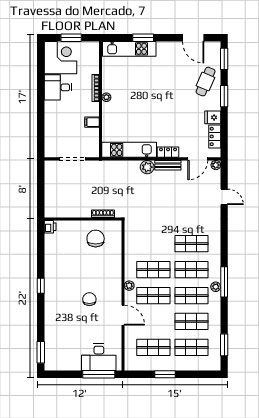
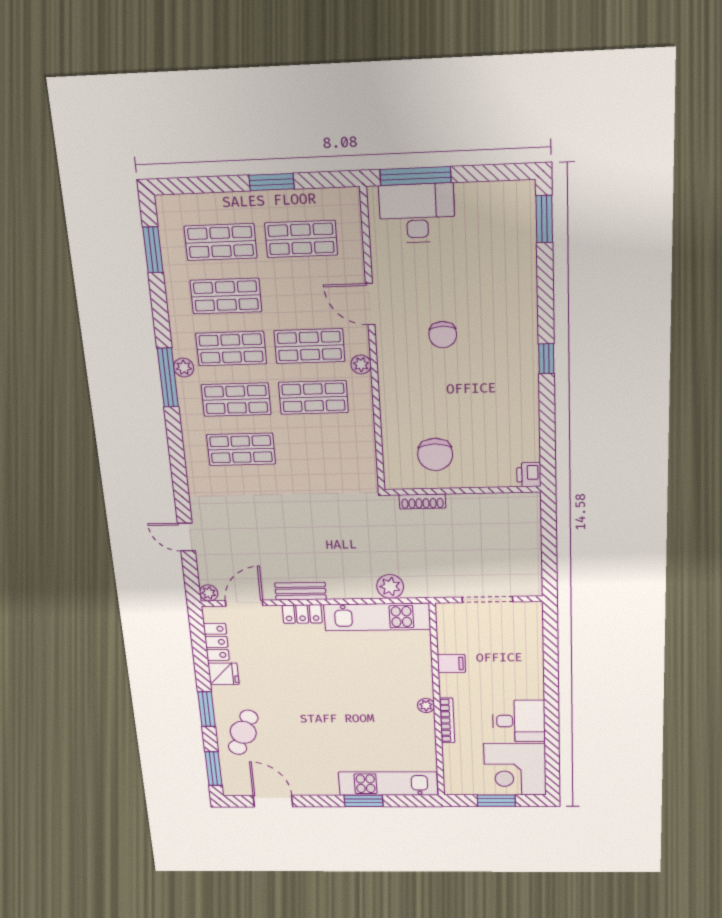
plant: (147, 167) -> (390, 586), moved

